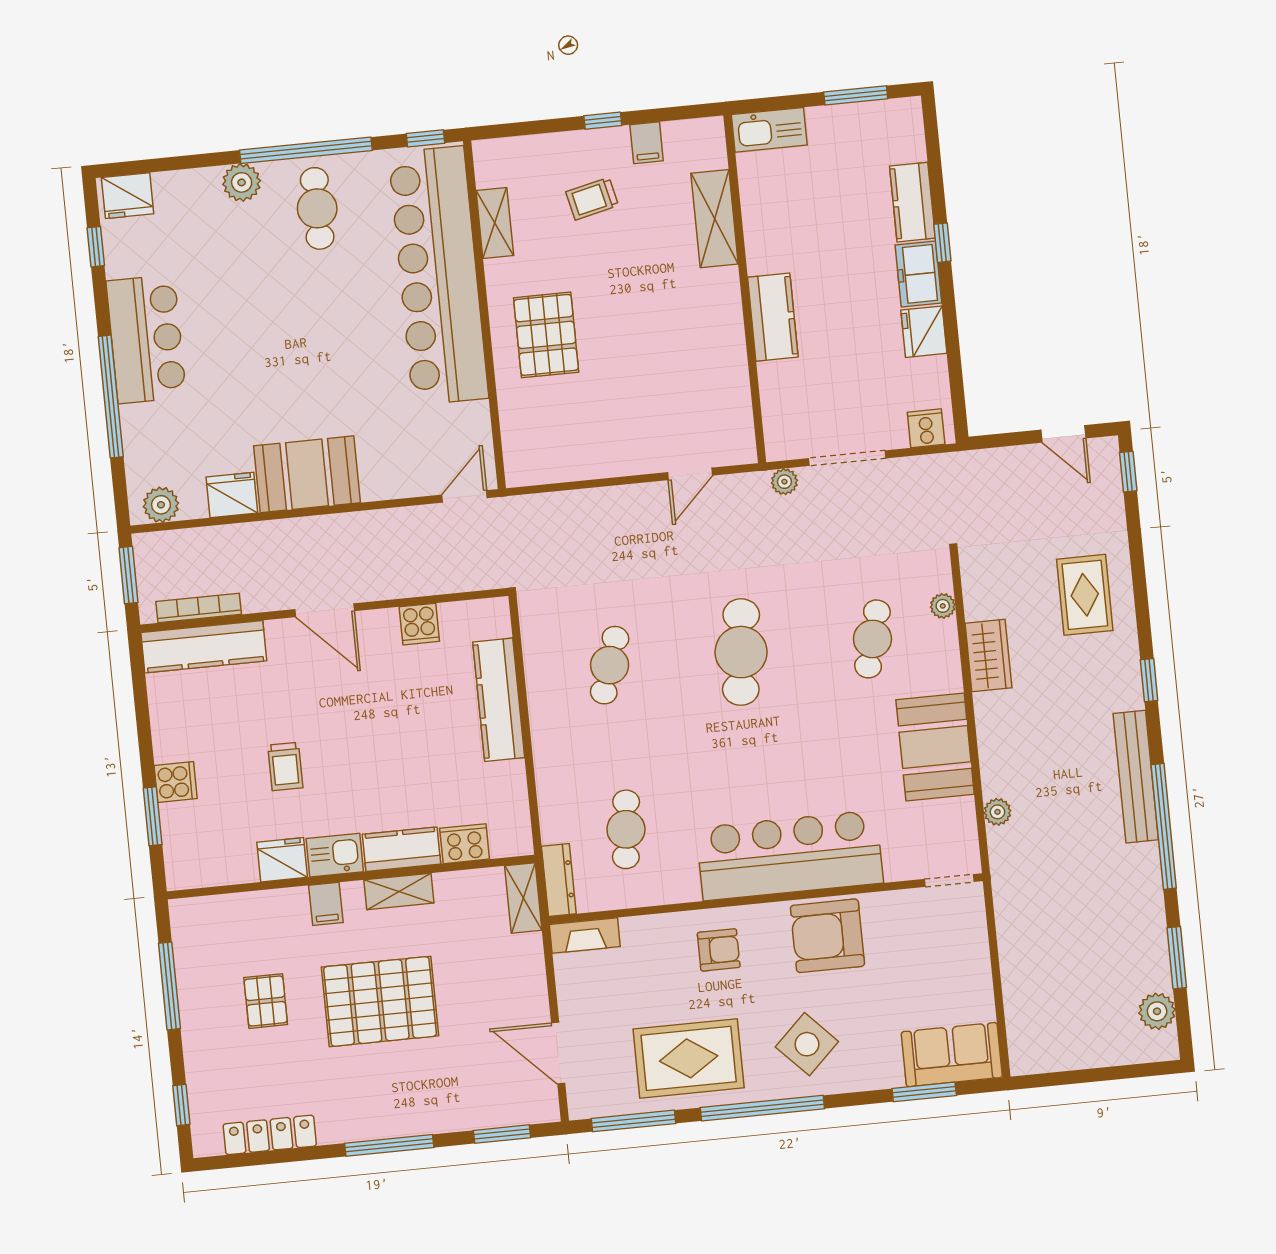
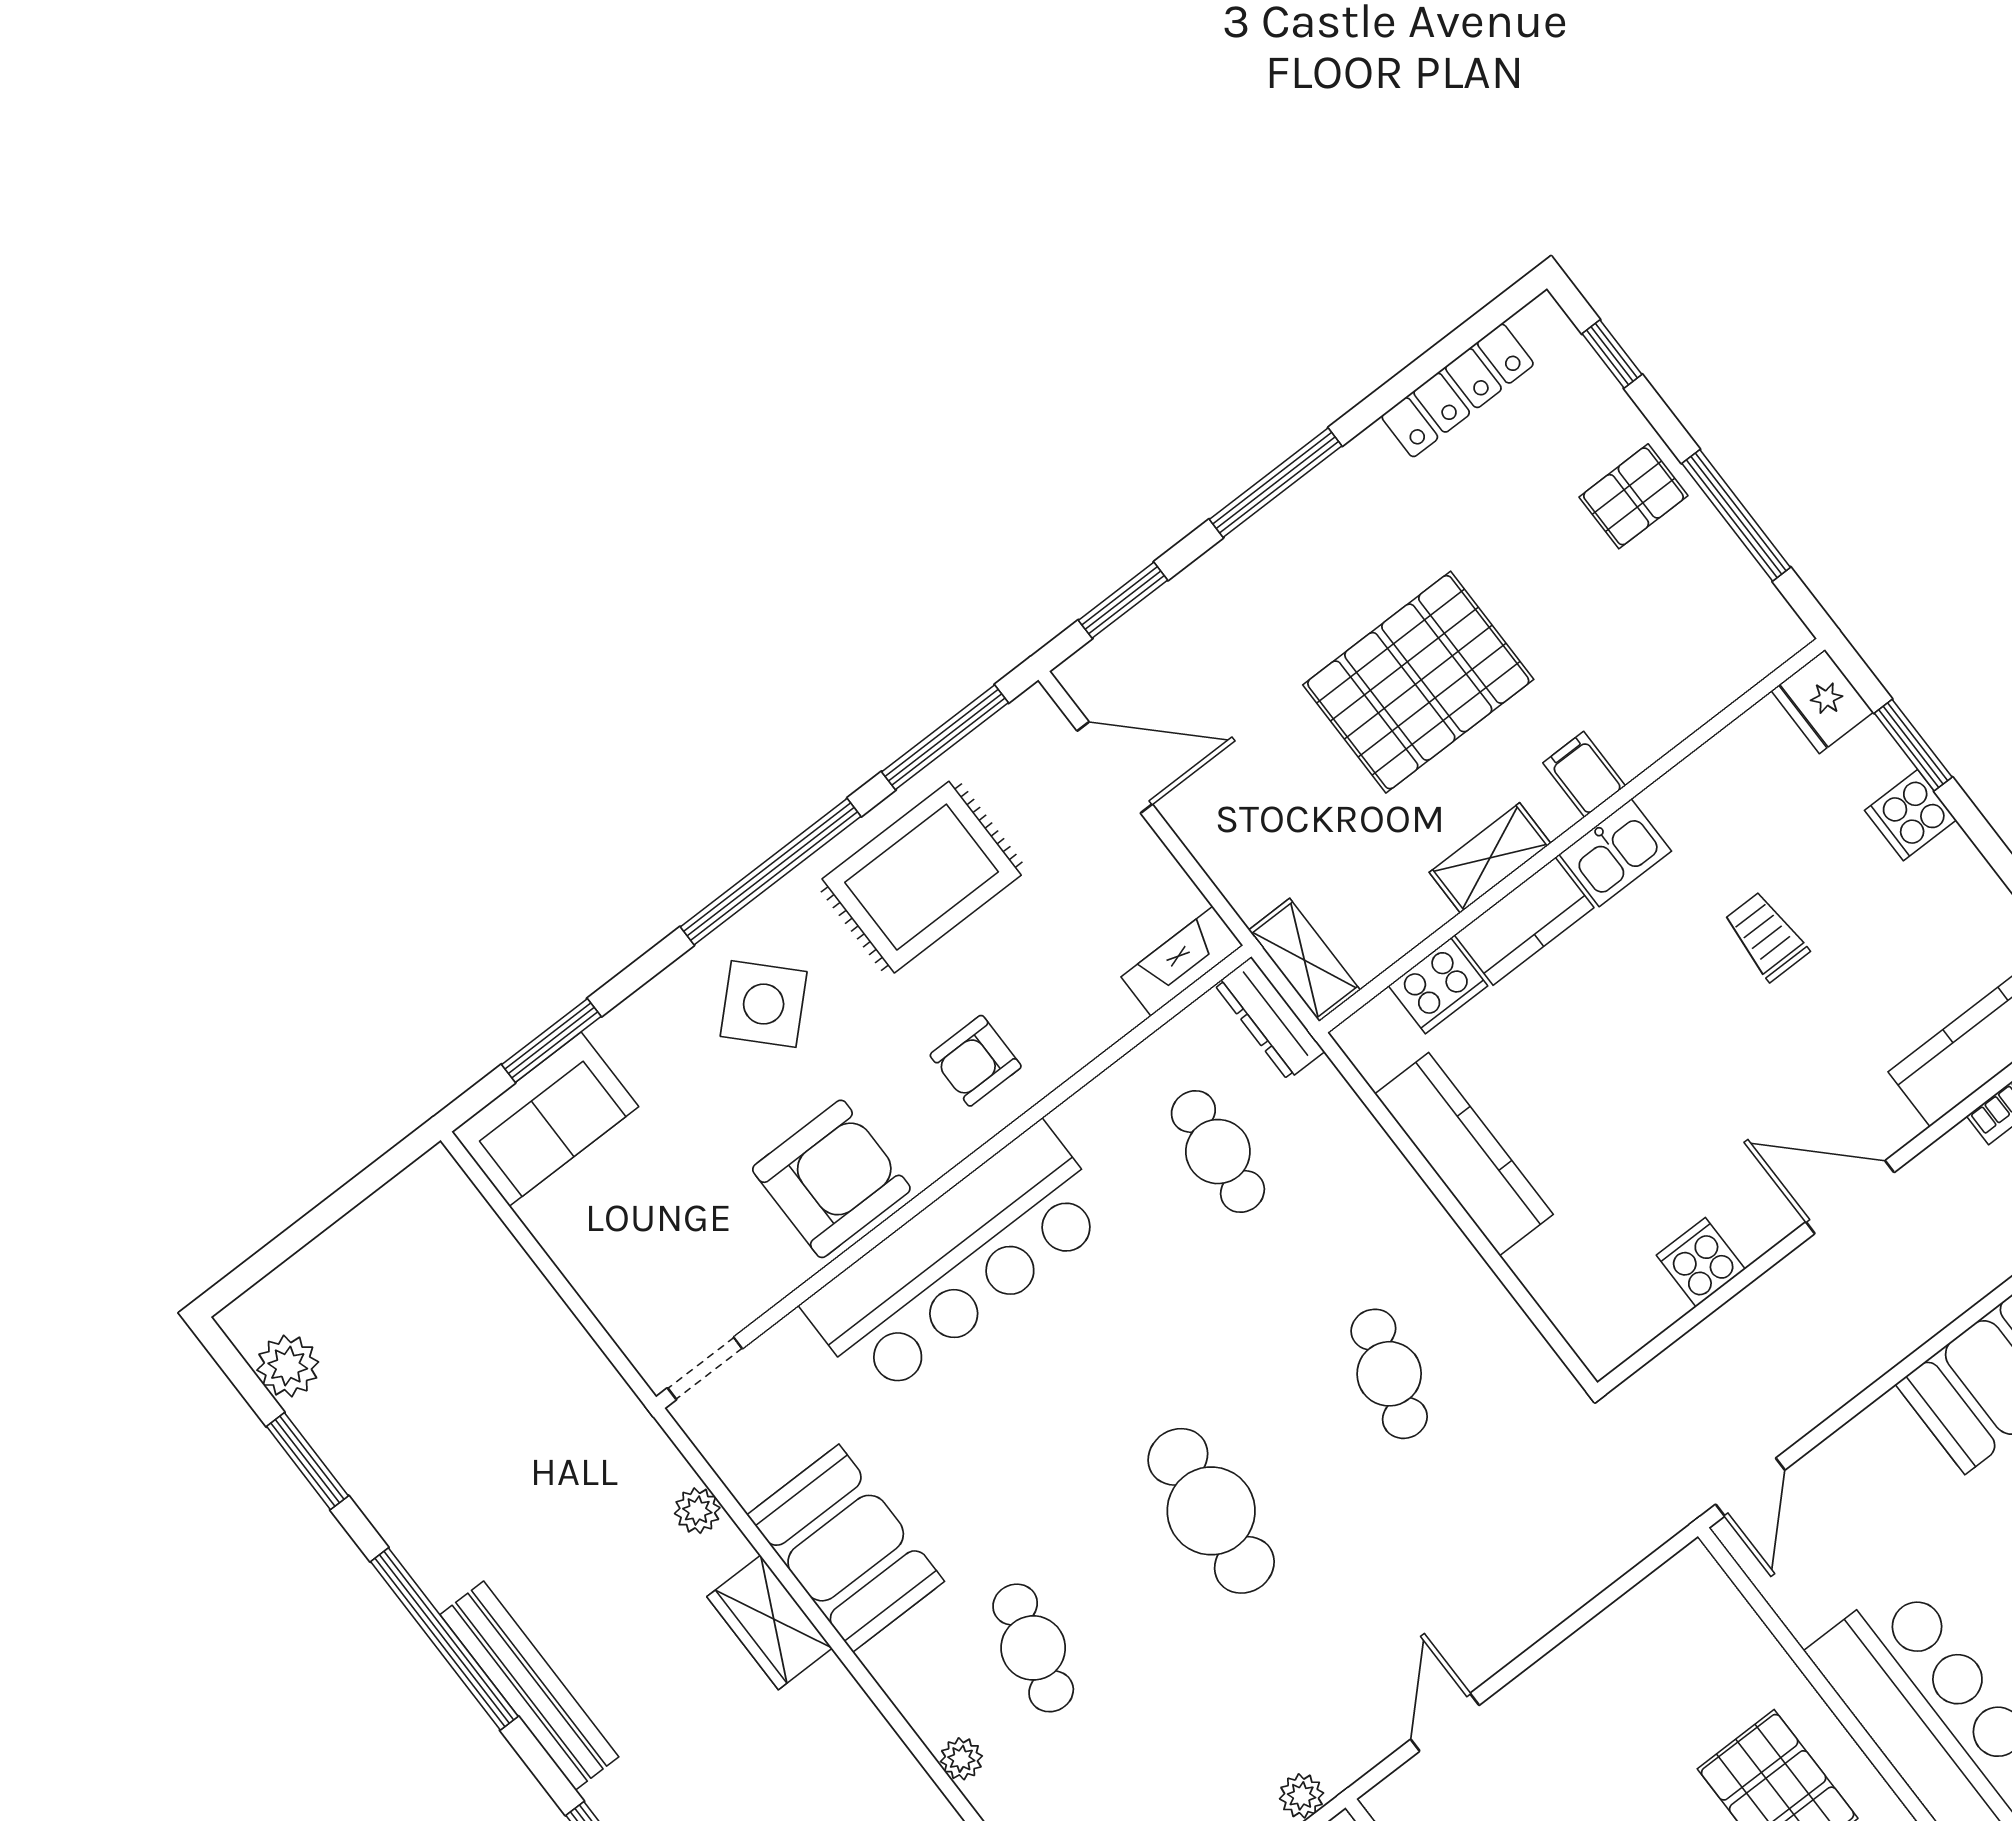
wardrobe: (988, 656) -> (769, 1622), moved
kitchen counter: (499, 700) -> (1464, 1154), moved
fridge: (282, 860) -> (1822, 702), moved, turned 90
pallet: (266, 1001) -> (1633, 496), moved, turned 90

